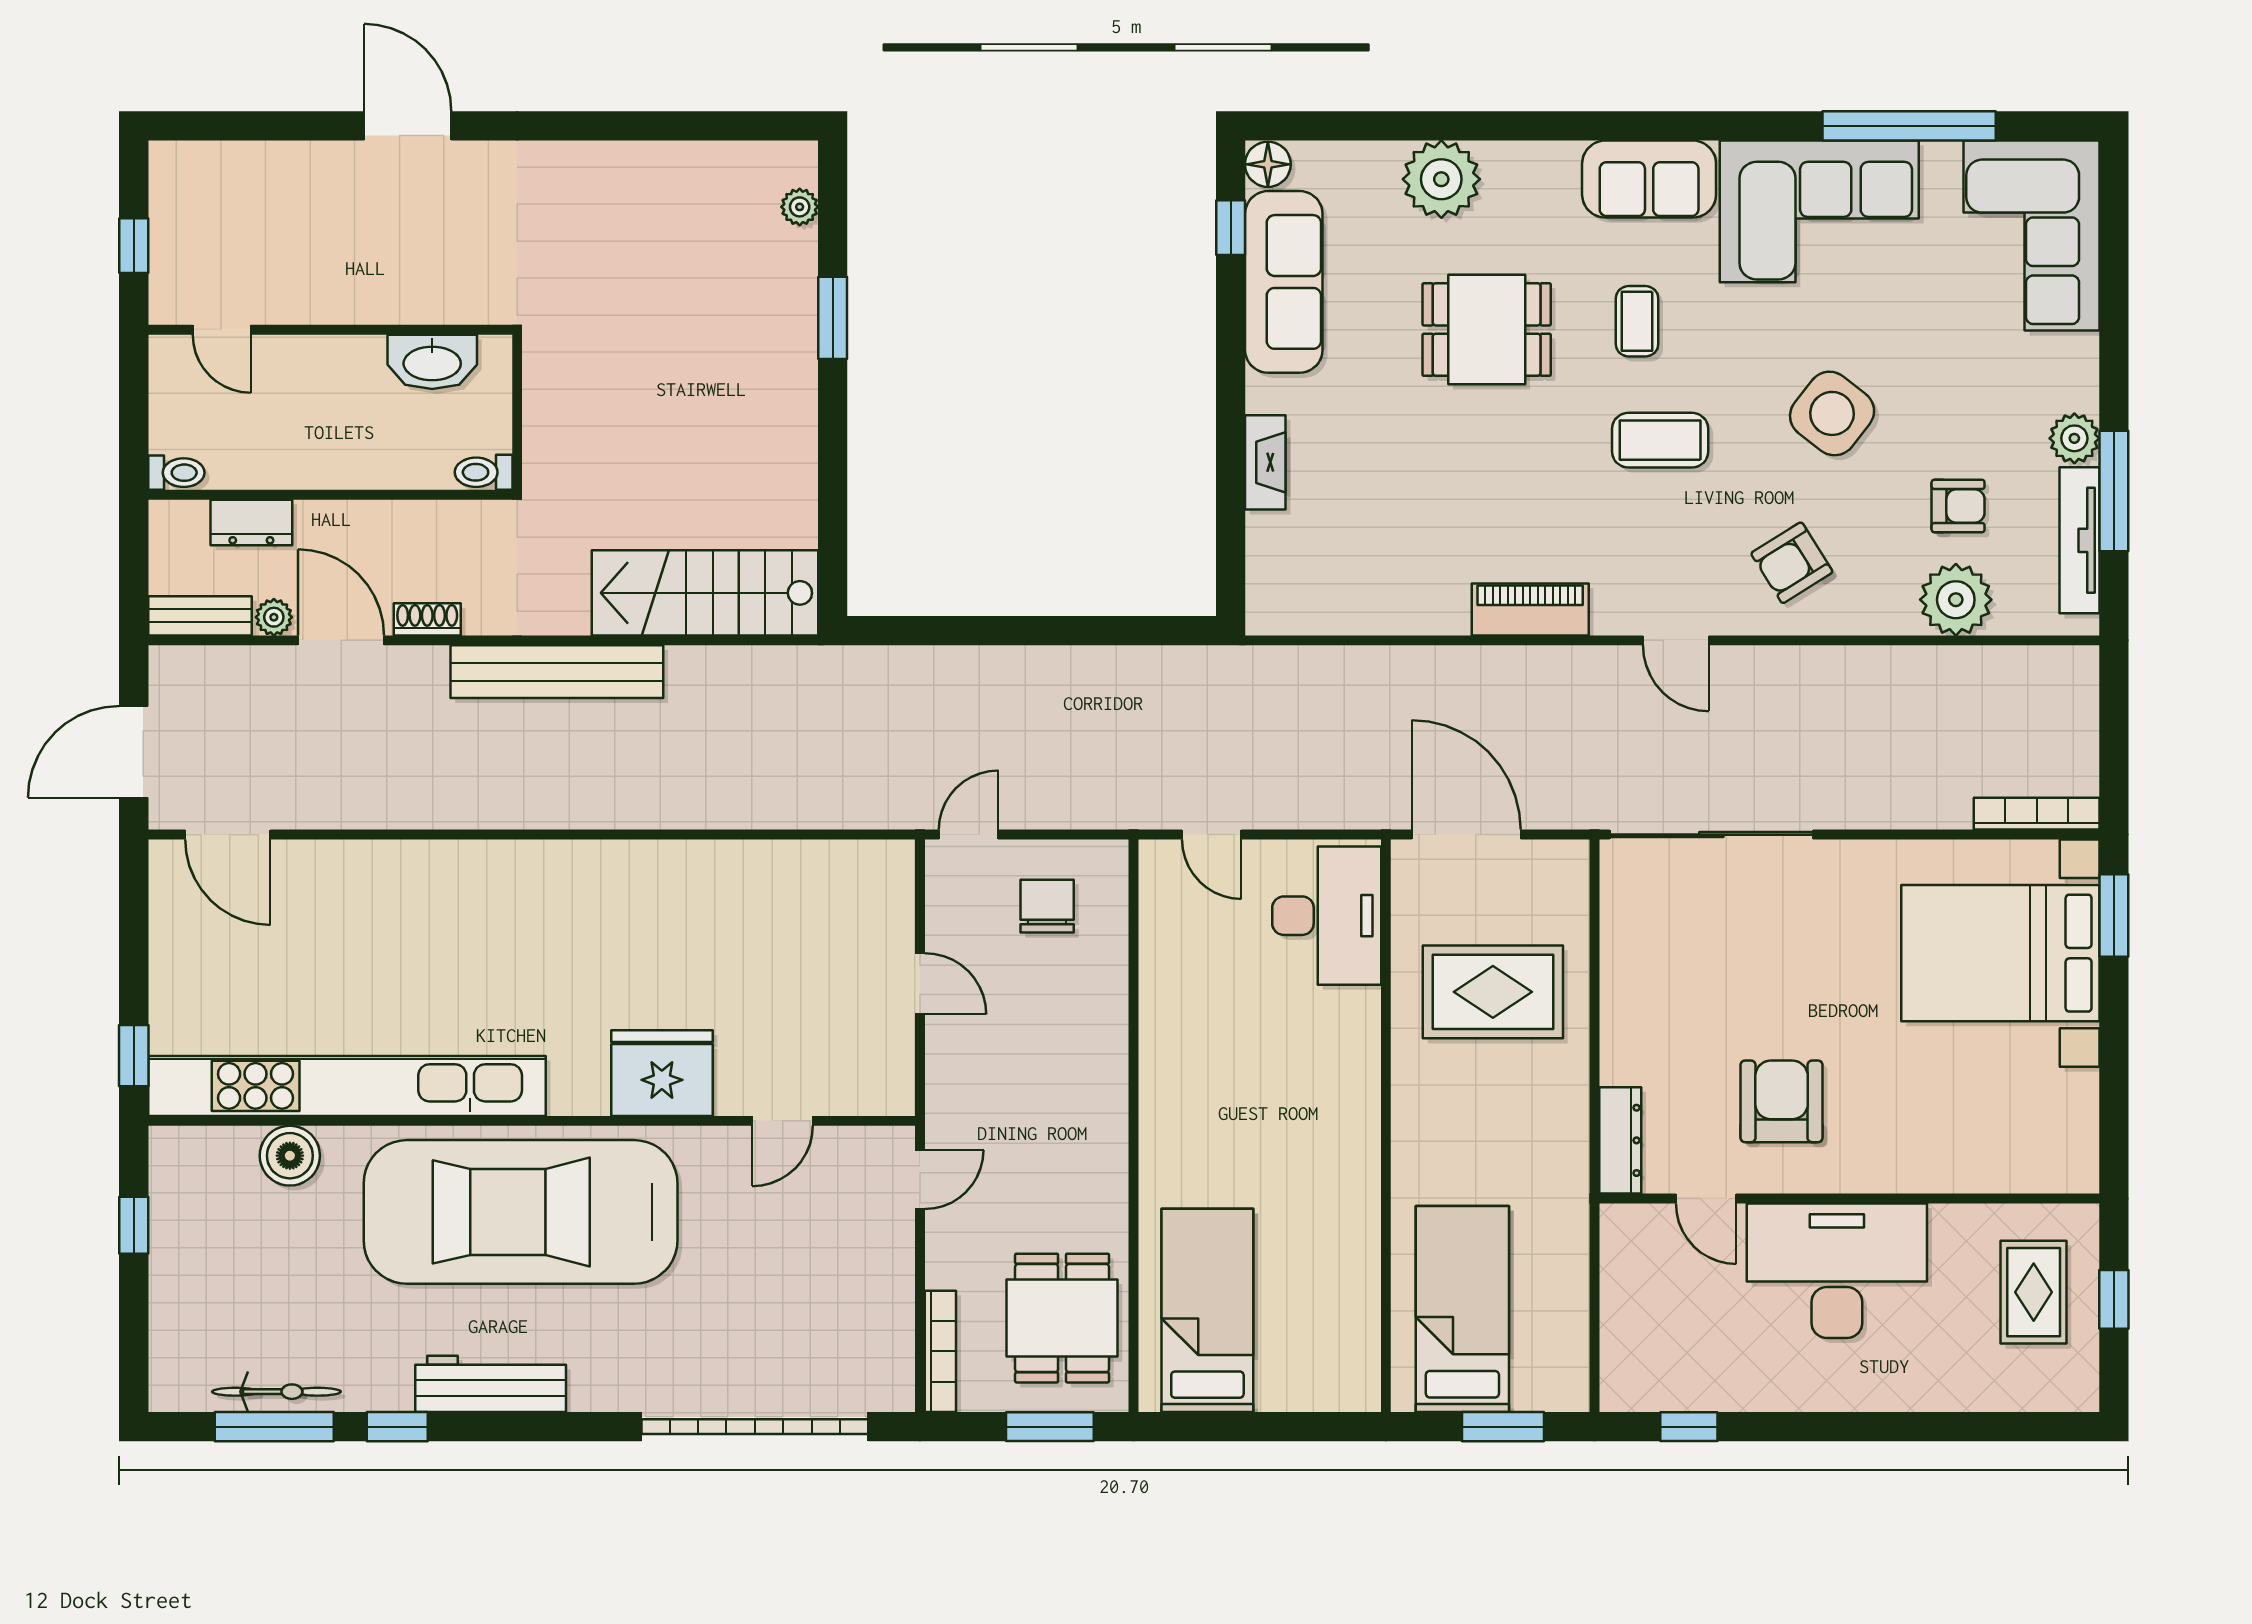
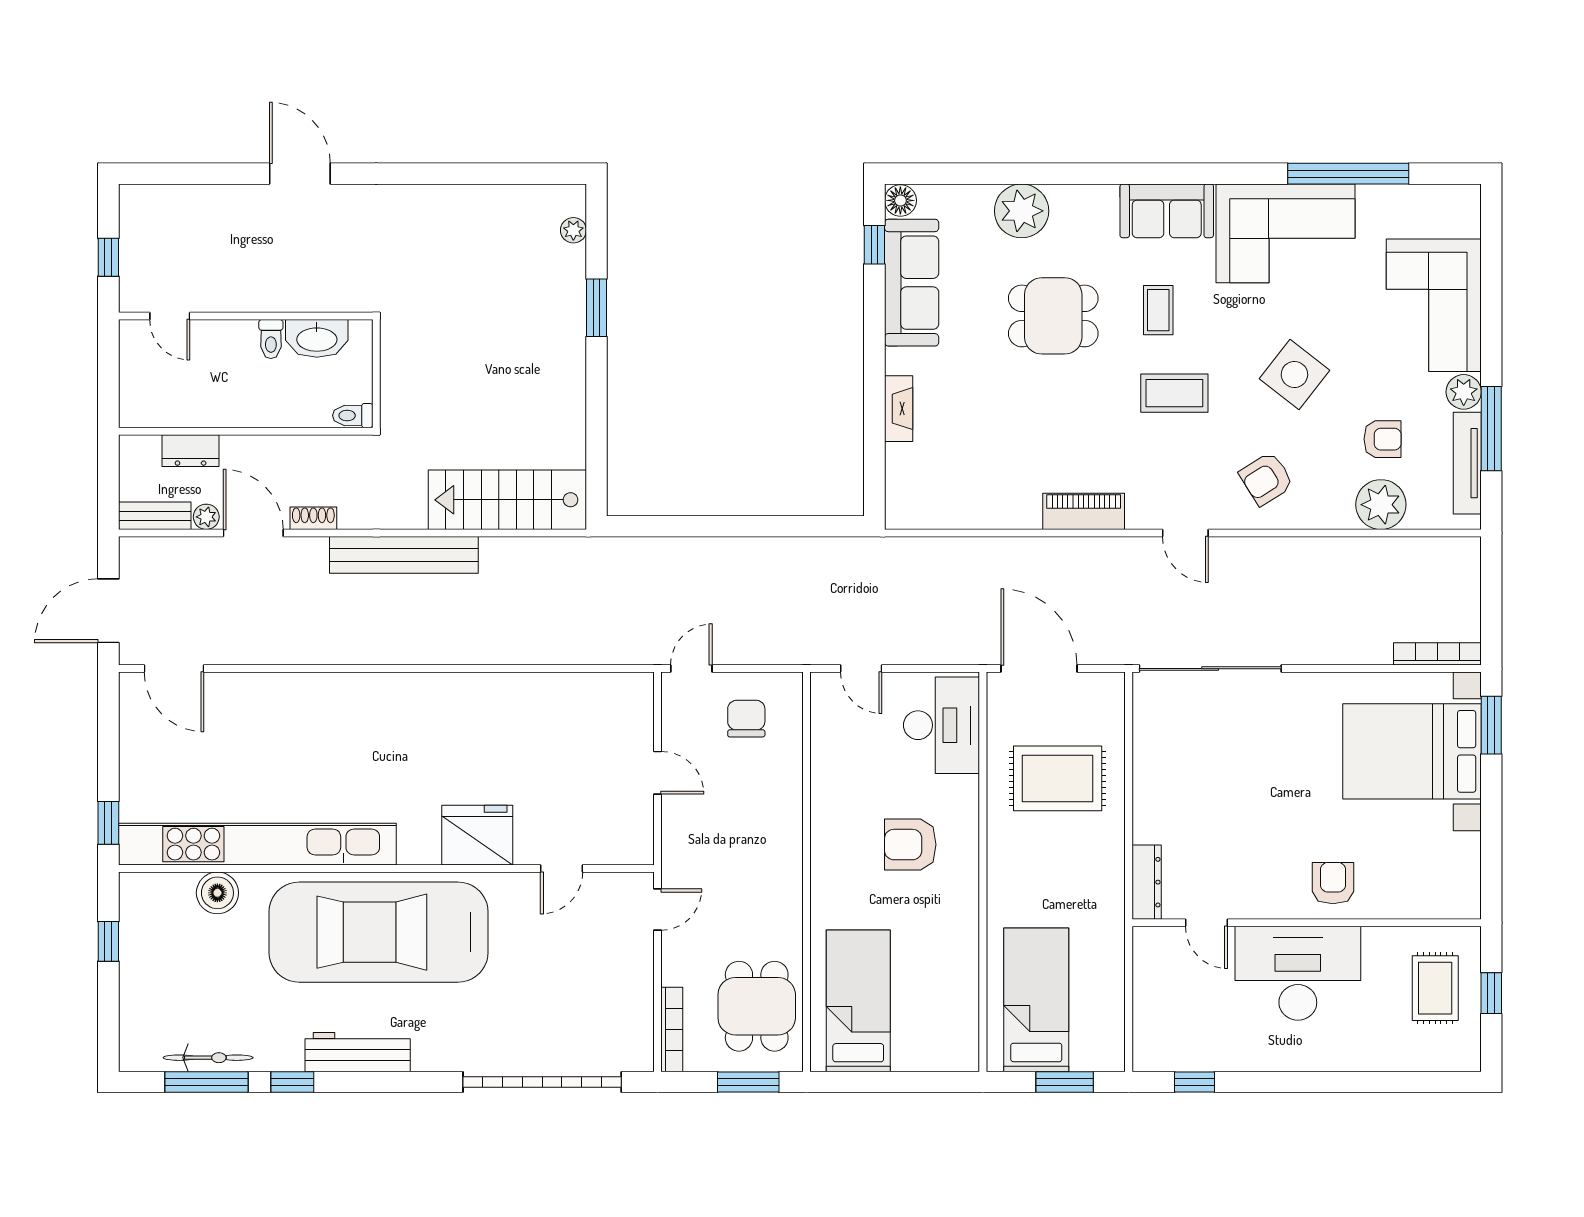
corner sofa: (2031, 236) -> (1434, 305), moved
toilet: (176, 473) -> (271, 339), moved, turned 90
armchair: (1282, 1086) -> (910, 845), added
armchair: (1782, 1101) -> (1333, 883), moved, width x0.72, depth x0.72

